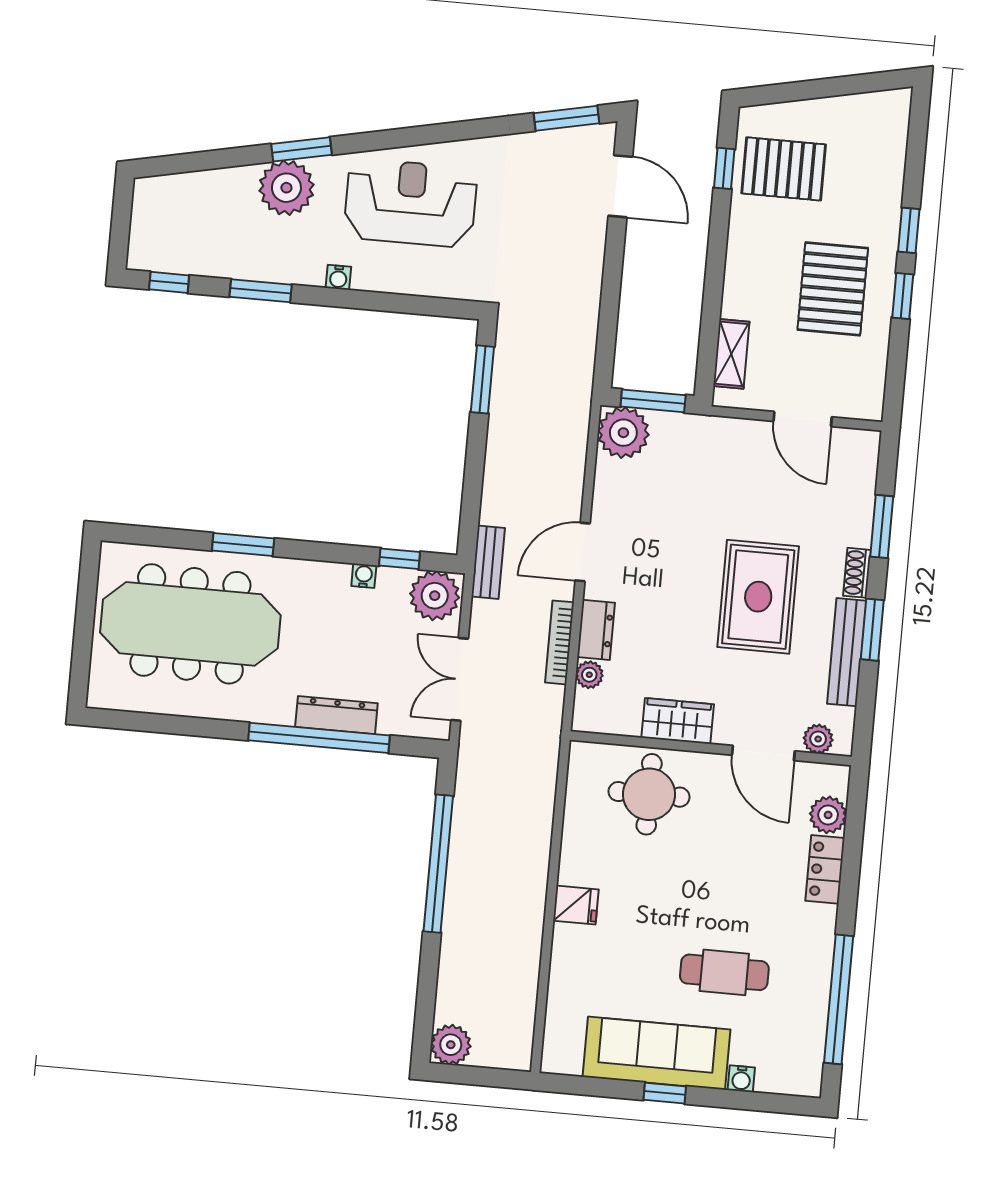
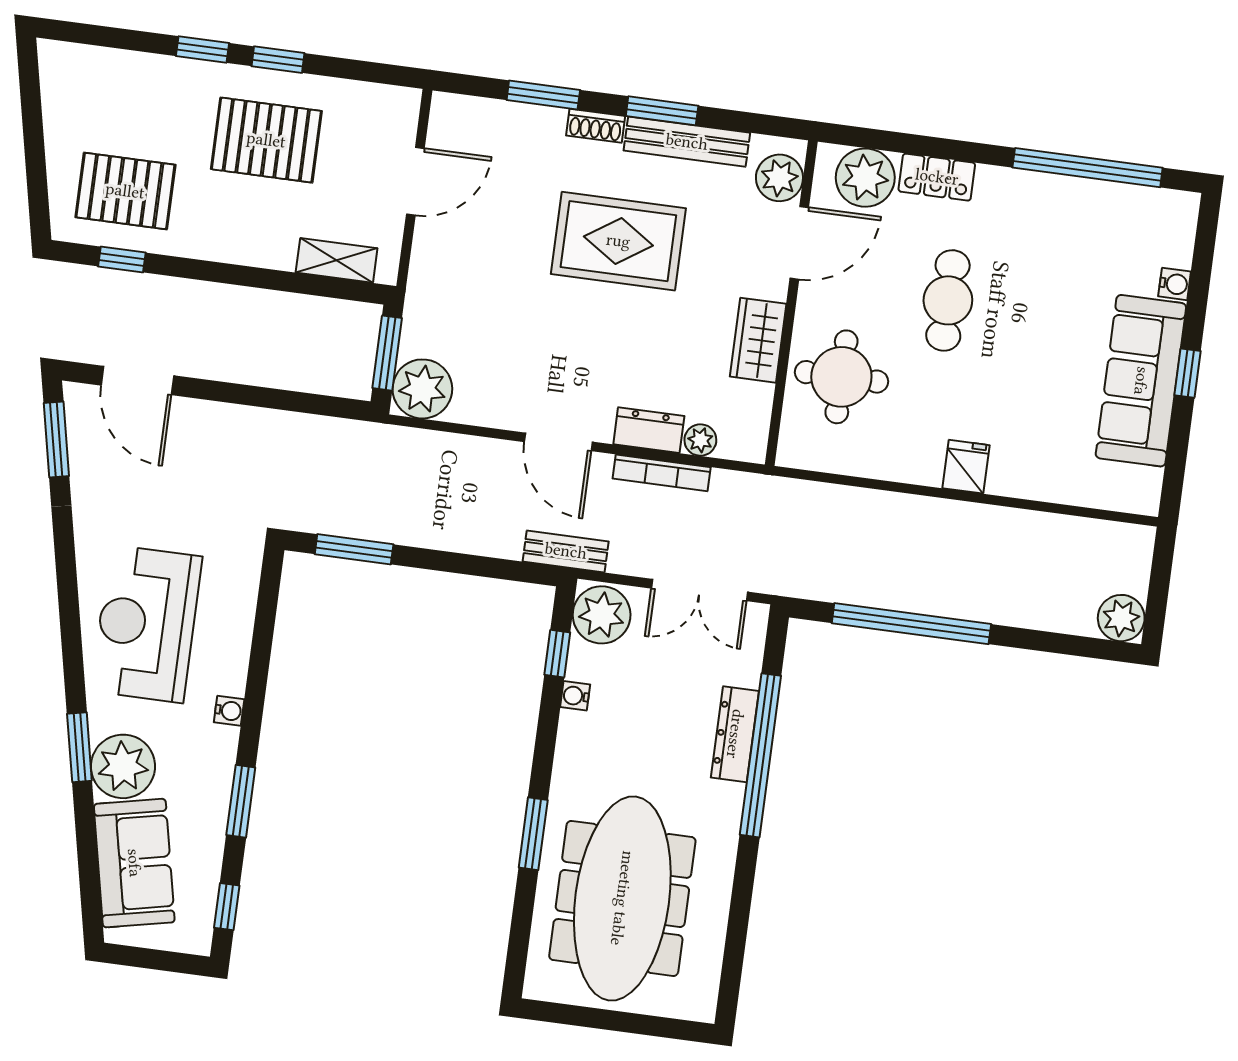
pallet: (784, 169) -> (125, 191), turned 90
door: (620, 186) -> (137, 380), swing flipped
sofa: (203, 201) -> (134, 863), added
plant: (818, 739) -> (779, 178), width x1.38, depth x1.38
plant: (828, 815) -> (865, 178), width x1.36, depth x1.36
cafe table: (724, 972) -> (948, 300), moved

